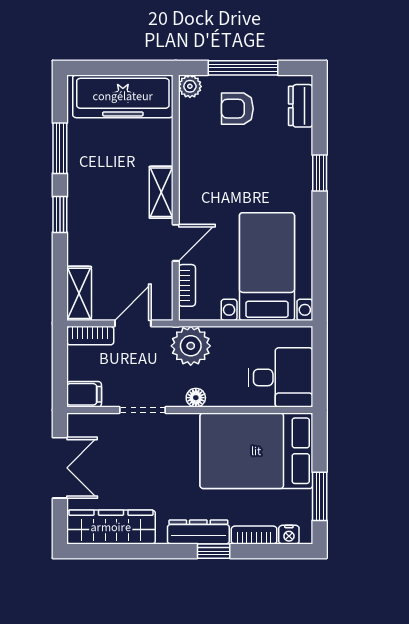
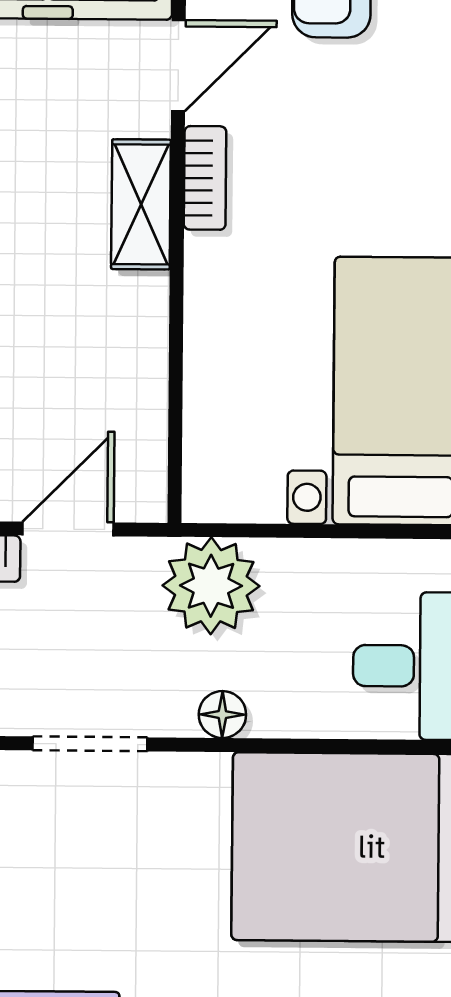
door: (176, 243) -> (178, 66), moved
bookcase: (187, 285) -> (205, 178), moved

